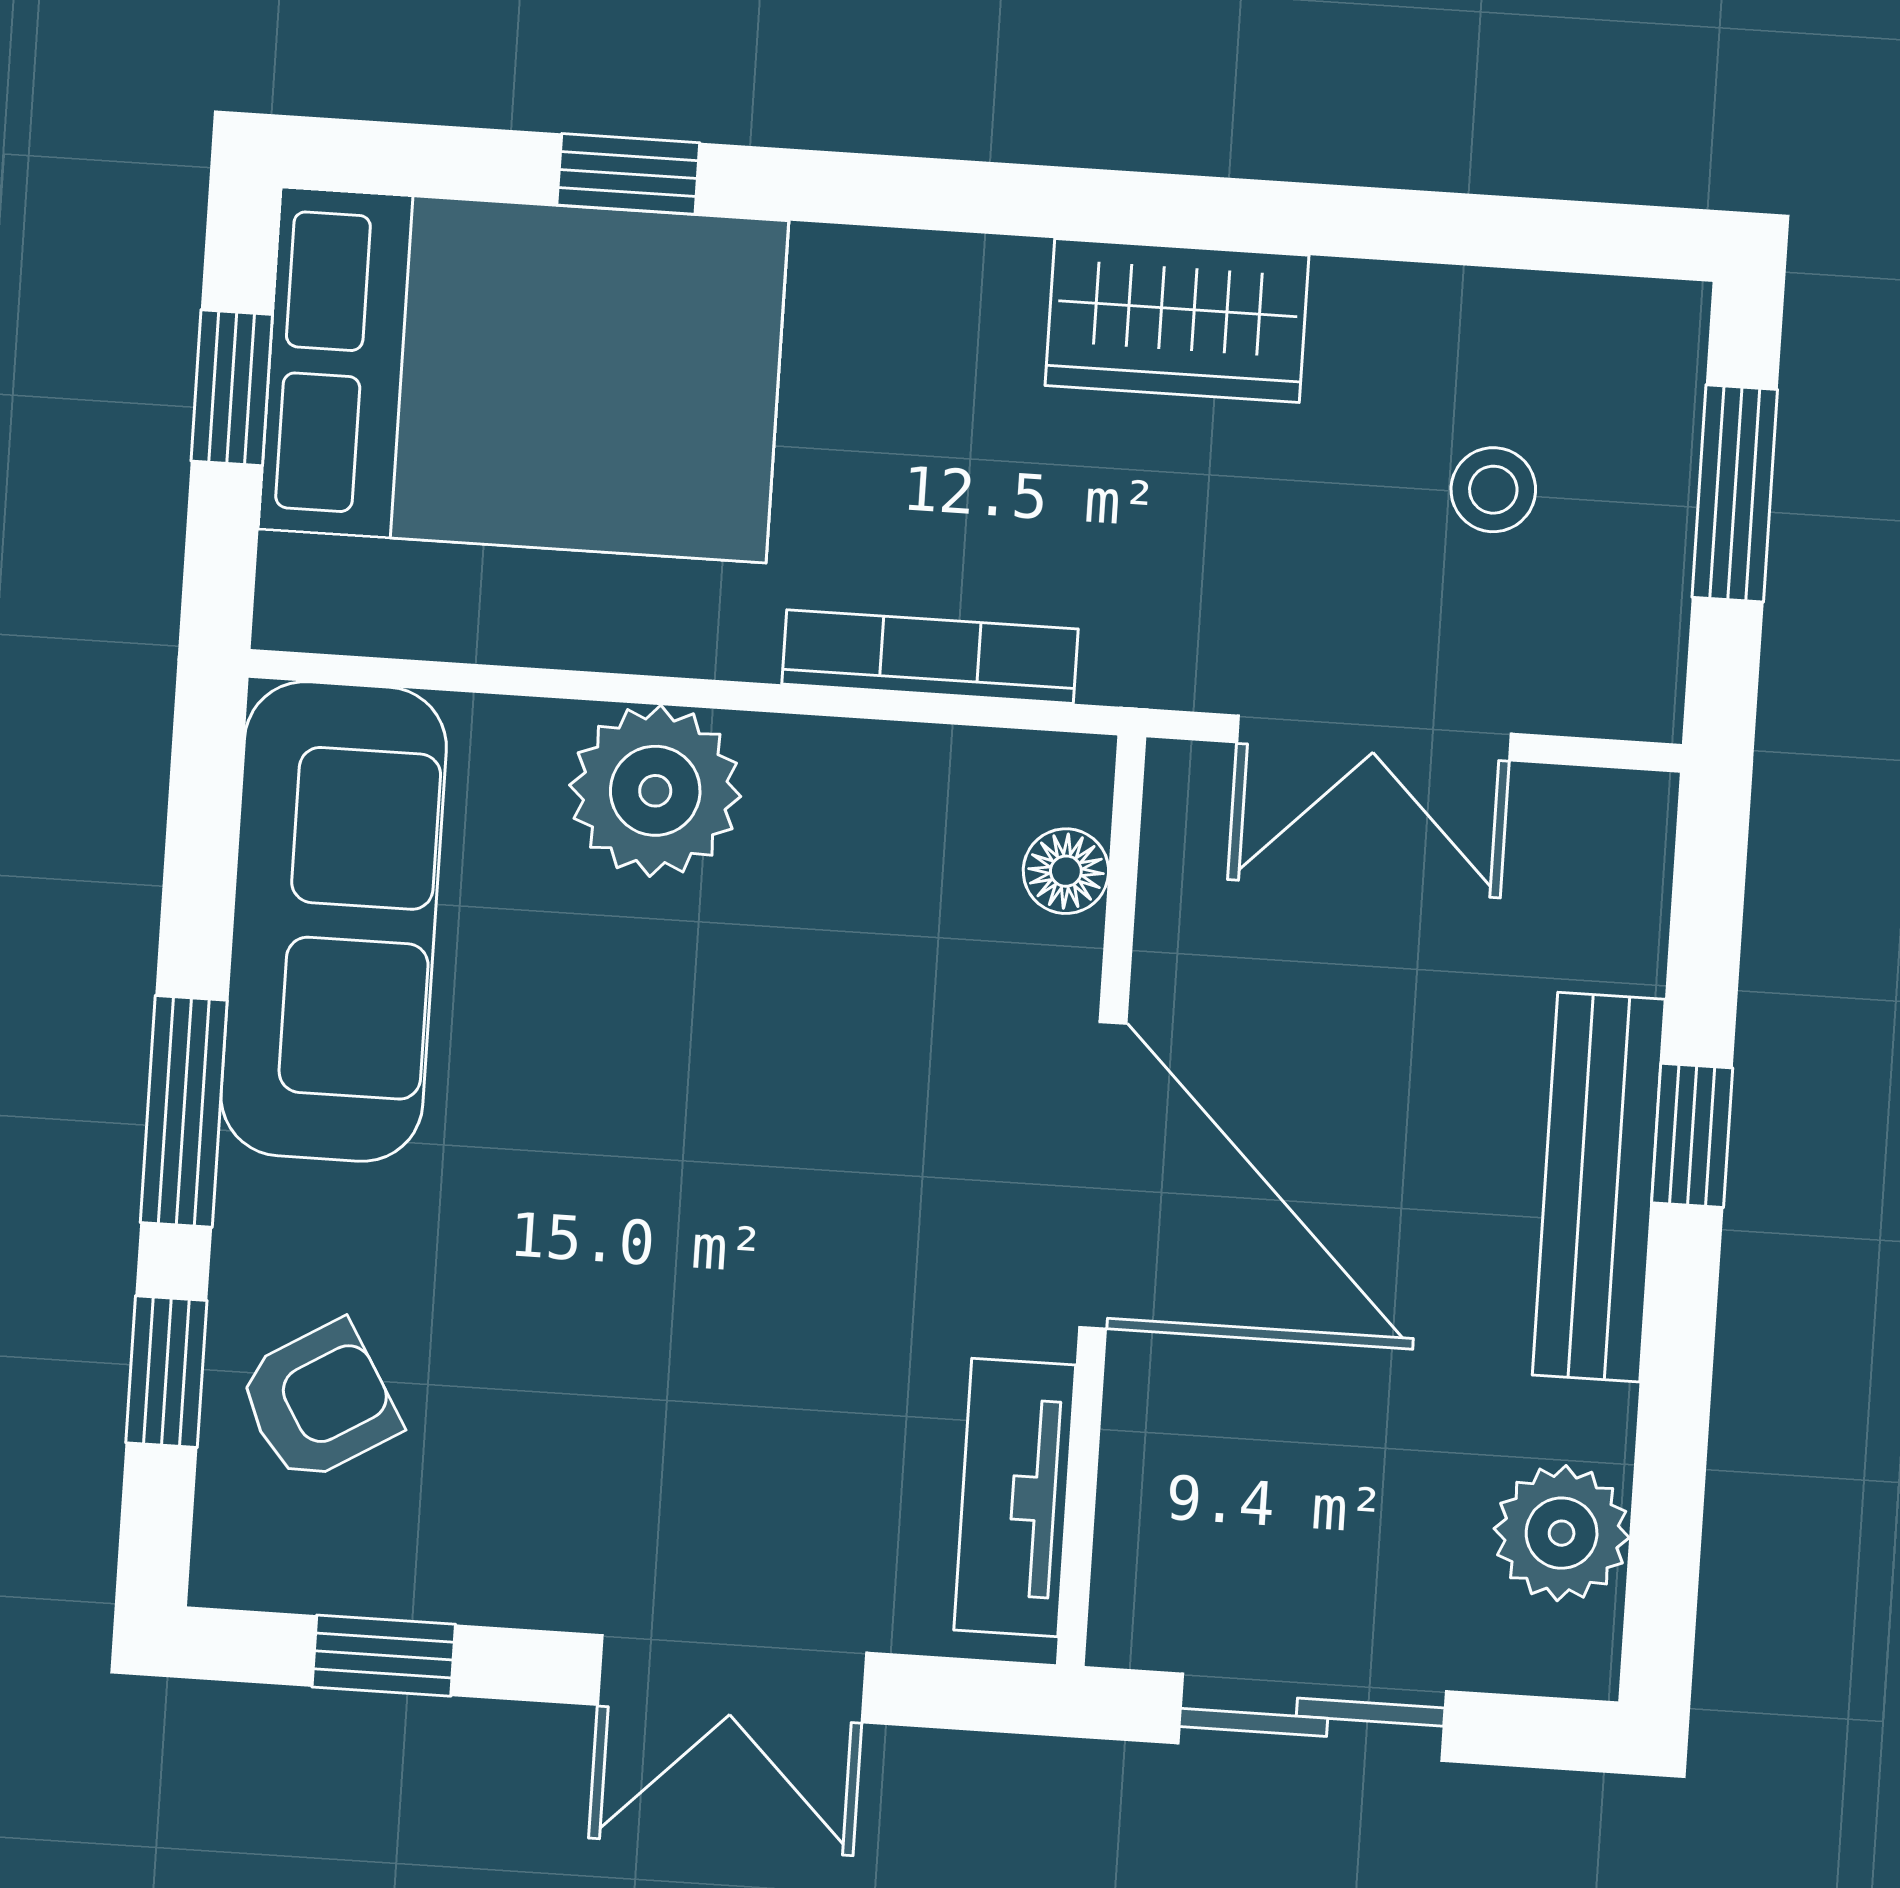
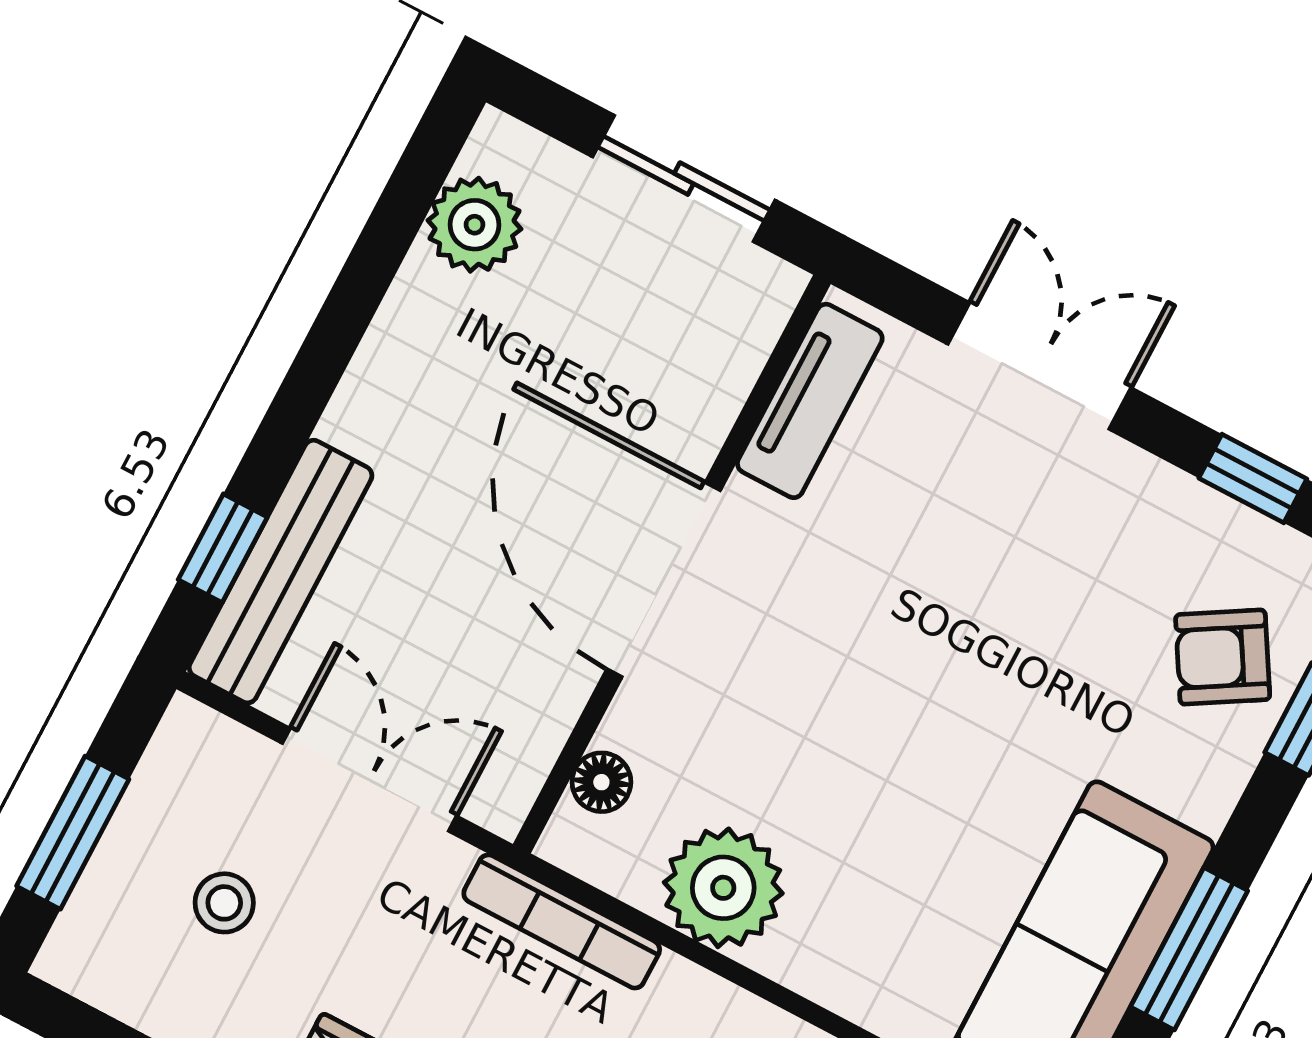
bookcase: (930, 657) -> (562, 922), moved
plant: (655, 791) -> (723, 888), moved
window: (184, 1111) -> (1189, 949), moved
window: (1692, 1135) -> (223, 548), moved
bench: (1599, 1187) -> (281, 572), moved

